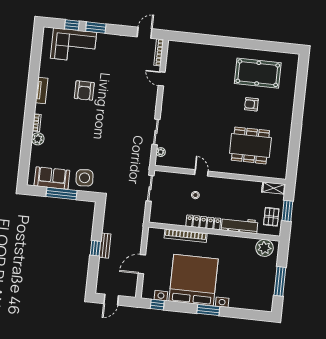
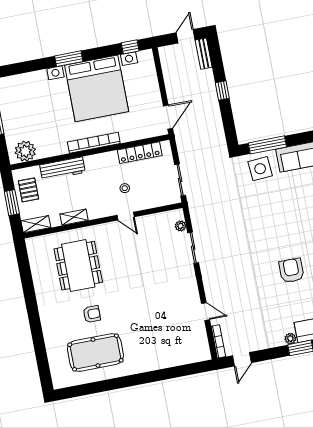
plant: (102, 37) -> (290, 339), added
dining table: (250, 145) -> (78, 266), turned 90
shelving: (242, 184) -> (74, 217), added
window: (61, 193) -> (267, 145), moved
locker: (203, 222) -> (140, 153), moved
bookcase: (186, 236) -> (94, 143), moved
bench: (105, 246) -> (204, 54), moved
door: (142, 264) -> (168, 117), moved

